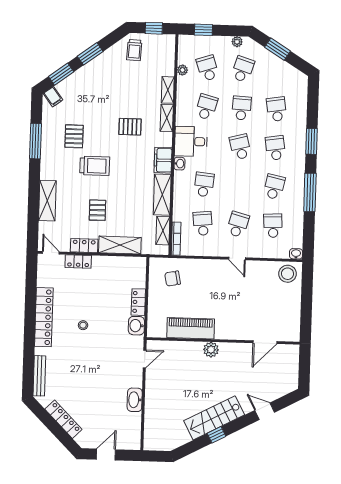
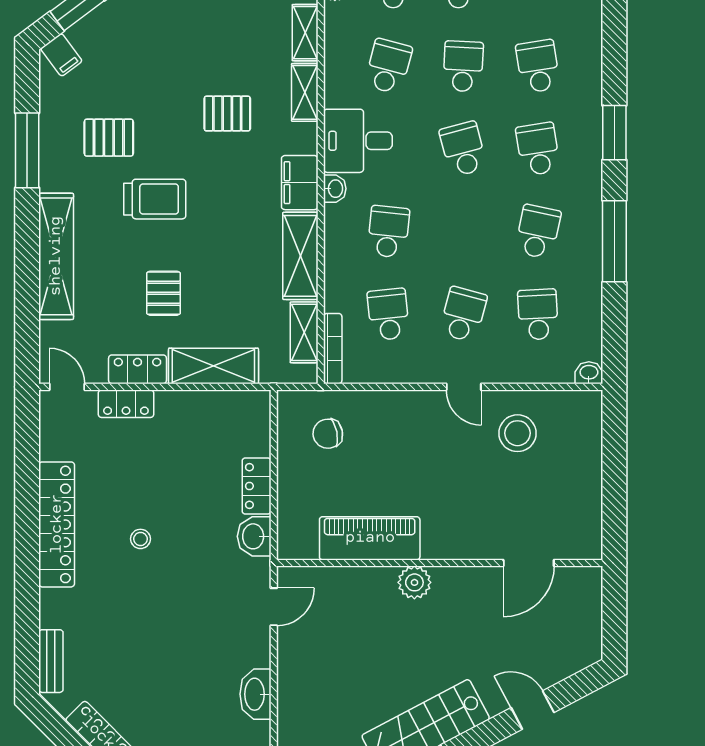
pallet: (74, 136) -> (109, 138), turned 90
shelving: (47, 201) -> (56, 256), width x1.47
stool: (287, 274) -> (517, 433), moved
bench: (39, 376) -> (51, 661), width x0.73

